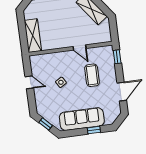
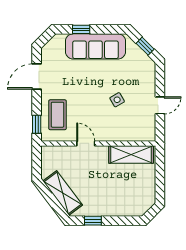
shelving: (33, 36) -> (131, 154), moved, turned 90
coffee table: (92, 75) -> (58, 115), moved
door: (29, 82) -> (160, 105), swing flipped

